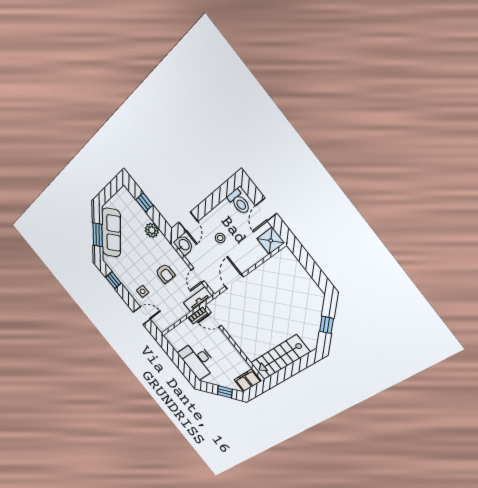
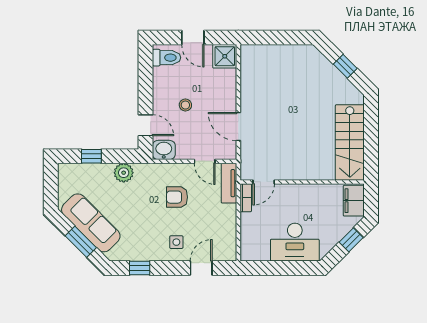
armchair: (165, 273) -> (177, 197), turned 180

